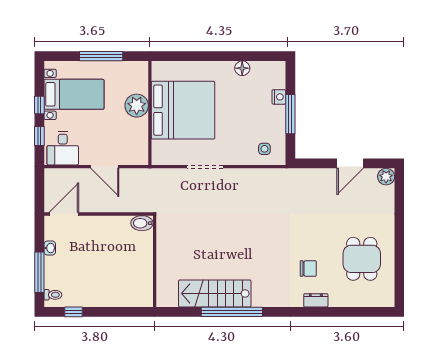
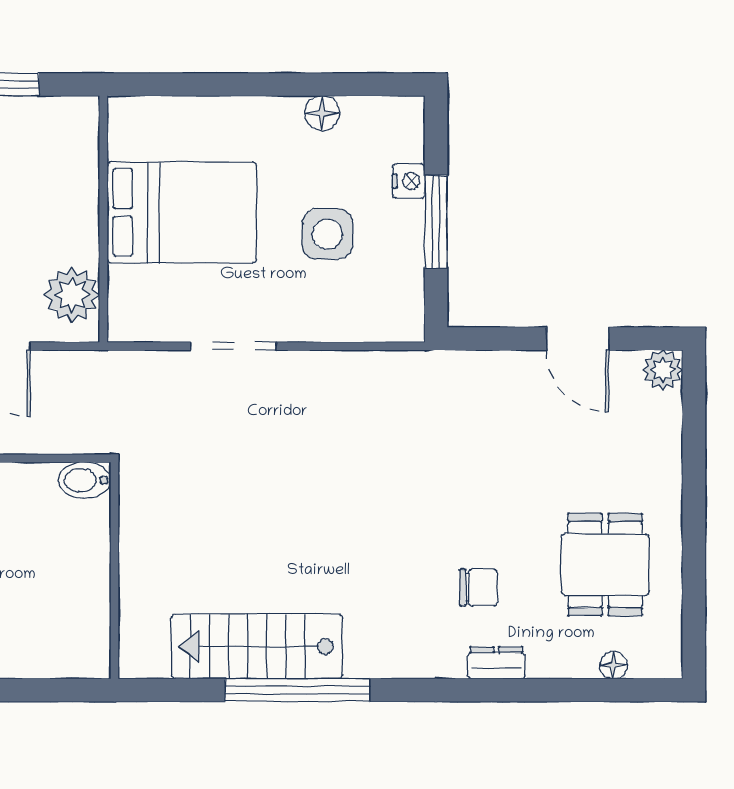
plant: (137, 106) -> (72, 295), moved
bed: (183, 110) -> (182, 212), width x0.73
side table: (264, 149) -> (327, 234), moved, width x1.87, depth x1.87
door: (350, 163) -> (578, 339), hinge flipped
floor lamp: (365, 301) -> (613, 665), added

